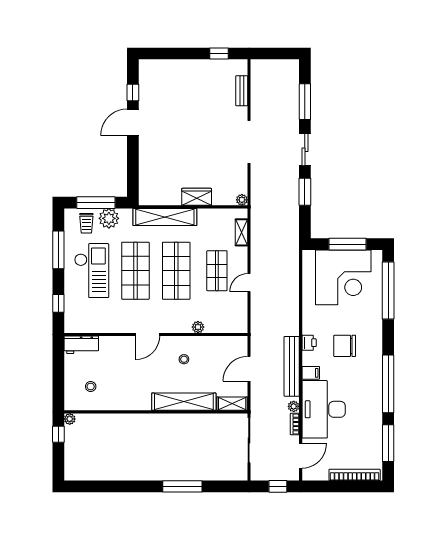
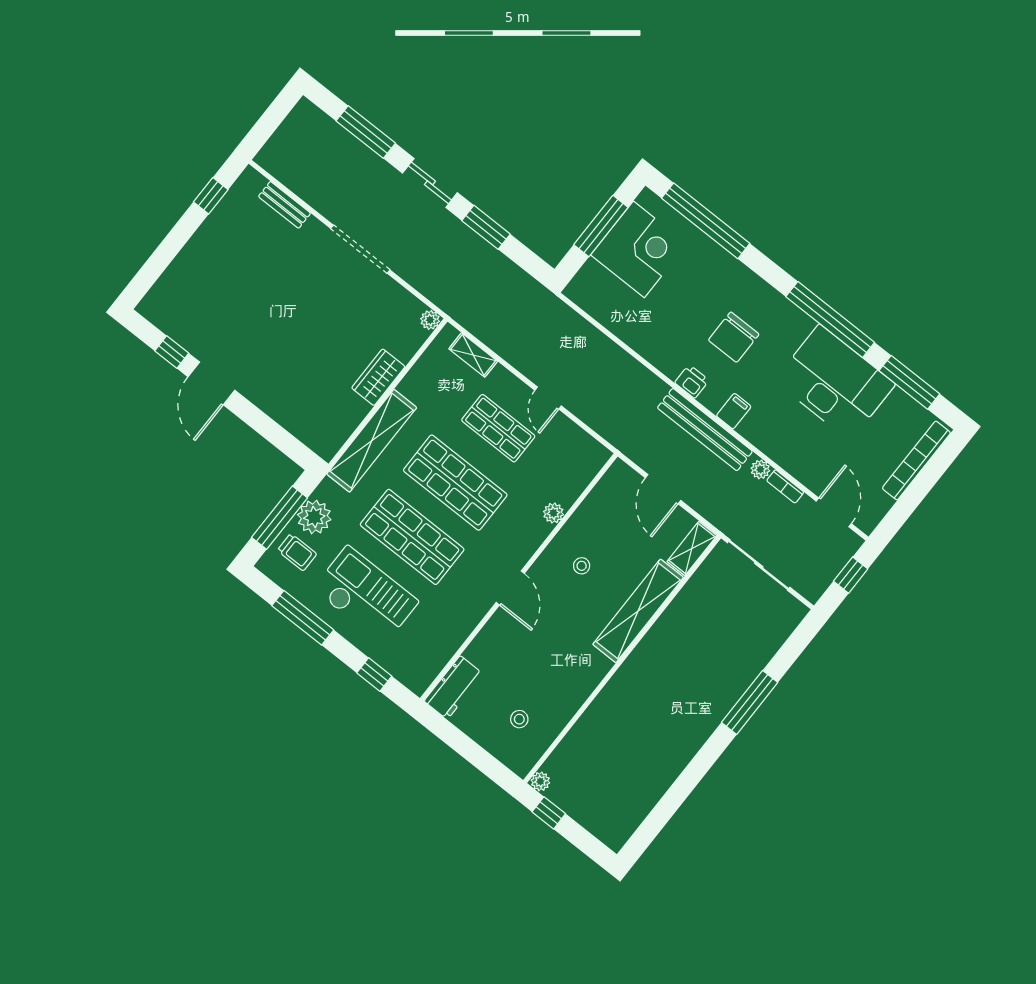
corner desk: (343, 277) -> (639, 249), width x0.74, depth x0.74
desk: (324, 409) -> (835, 382), moved, turned 180

